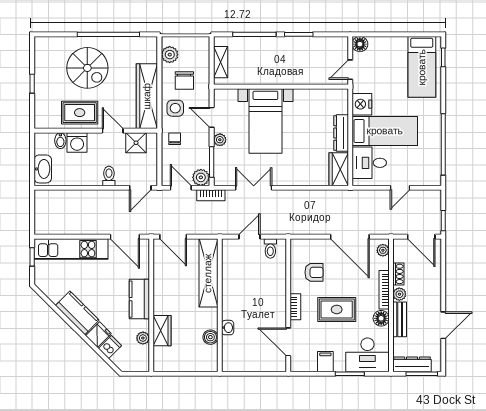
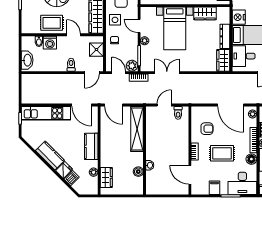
wardrobe: (311, 98) -> (205, 13), added
shower: (136, 143) -> (96, 50), moved
wardrobe: (162, 331) -> (106, 177), moved

